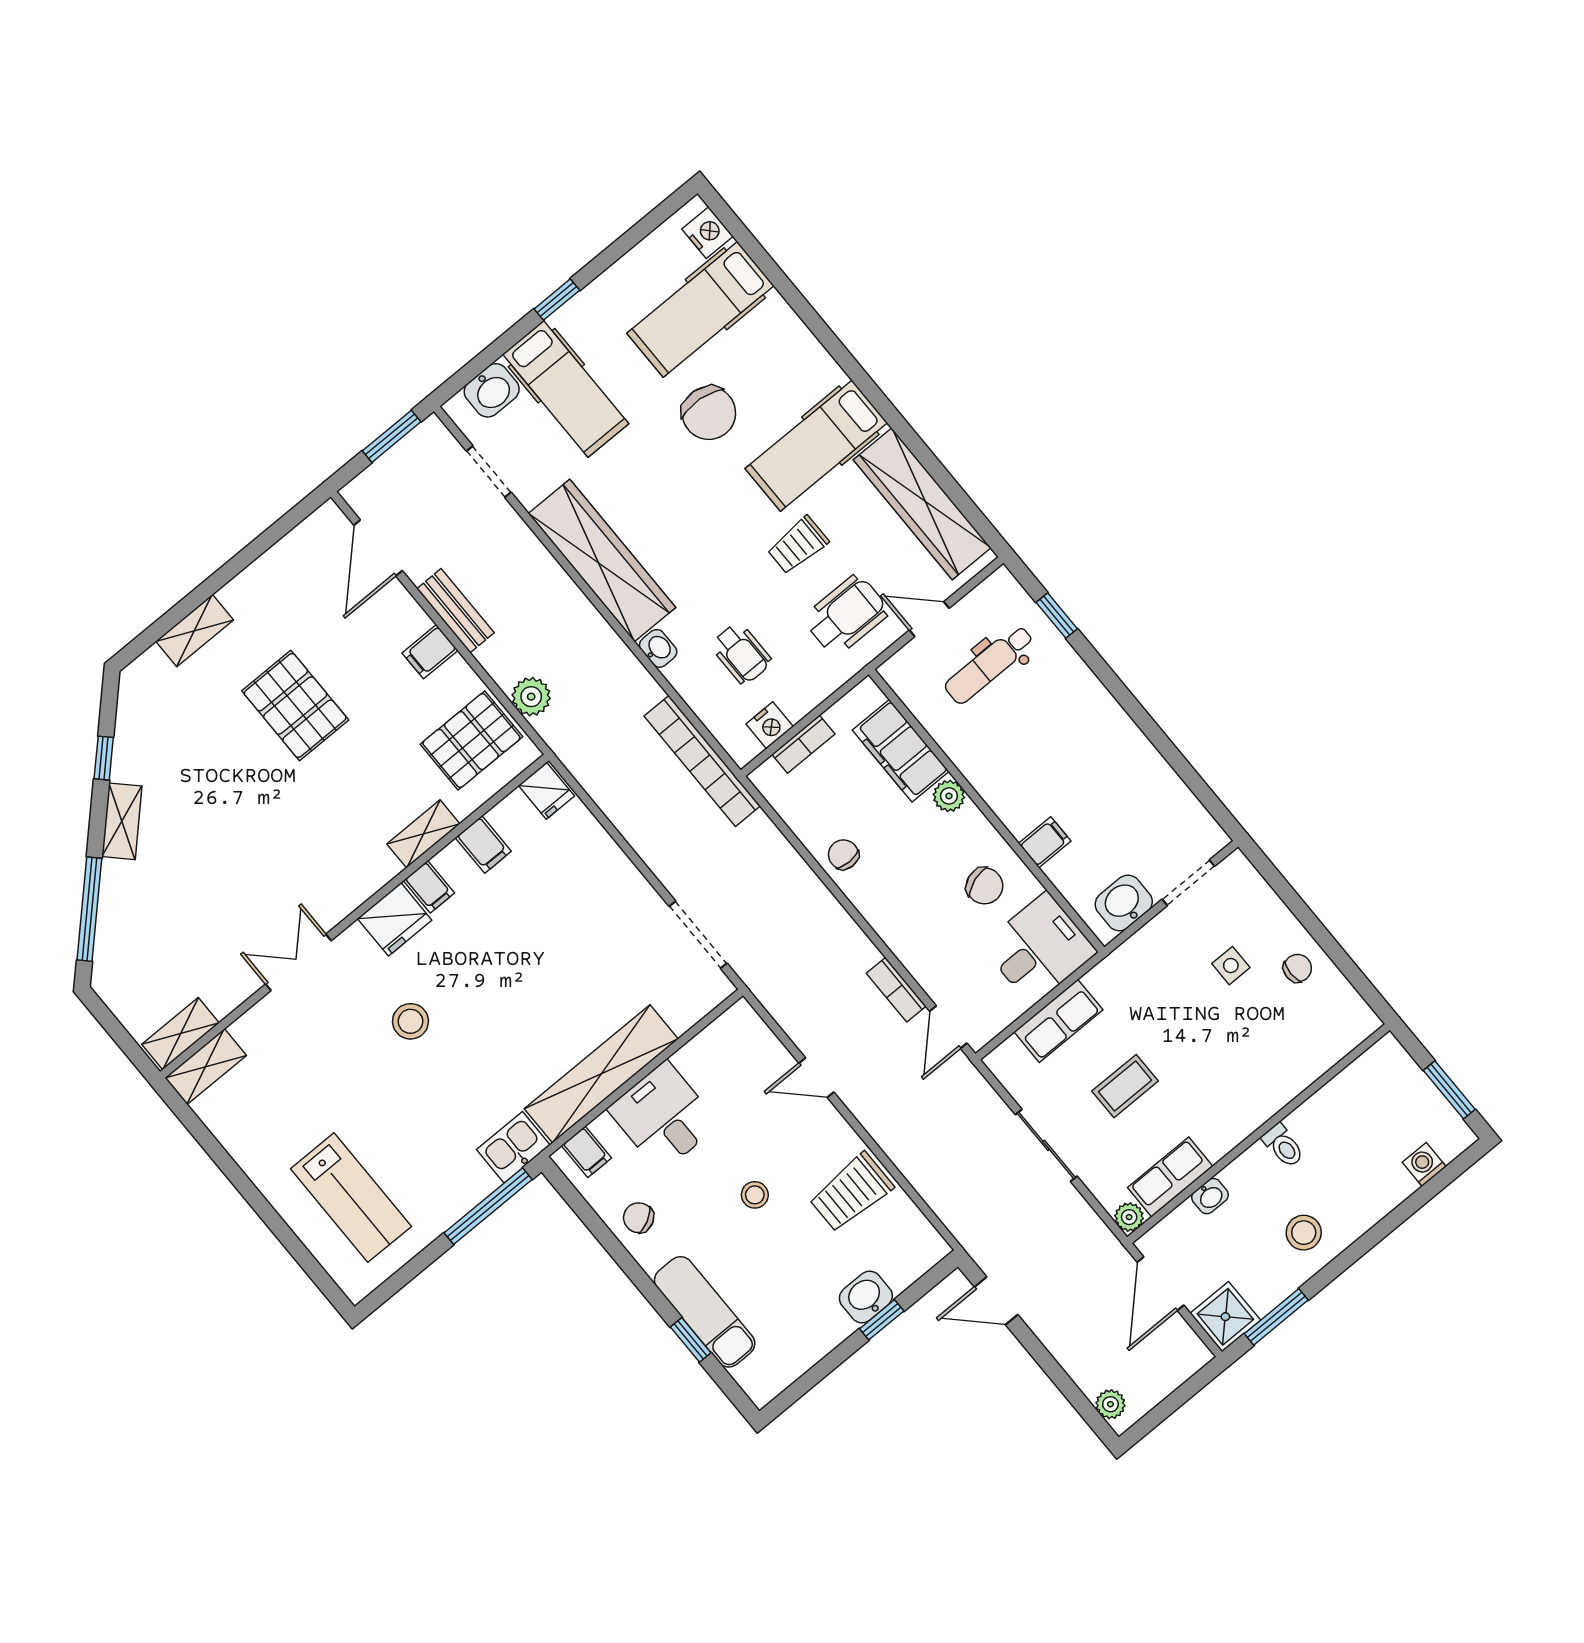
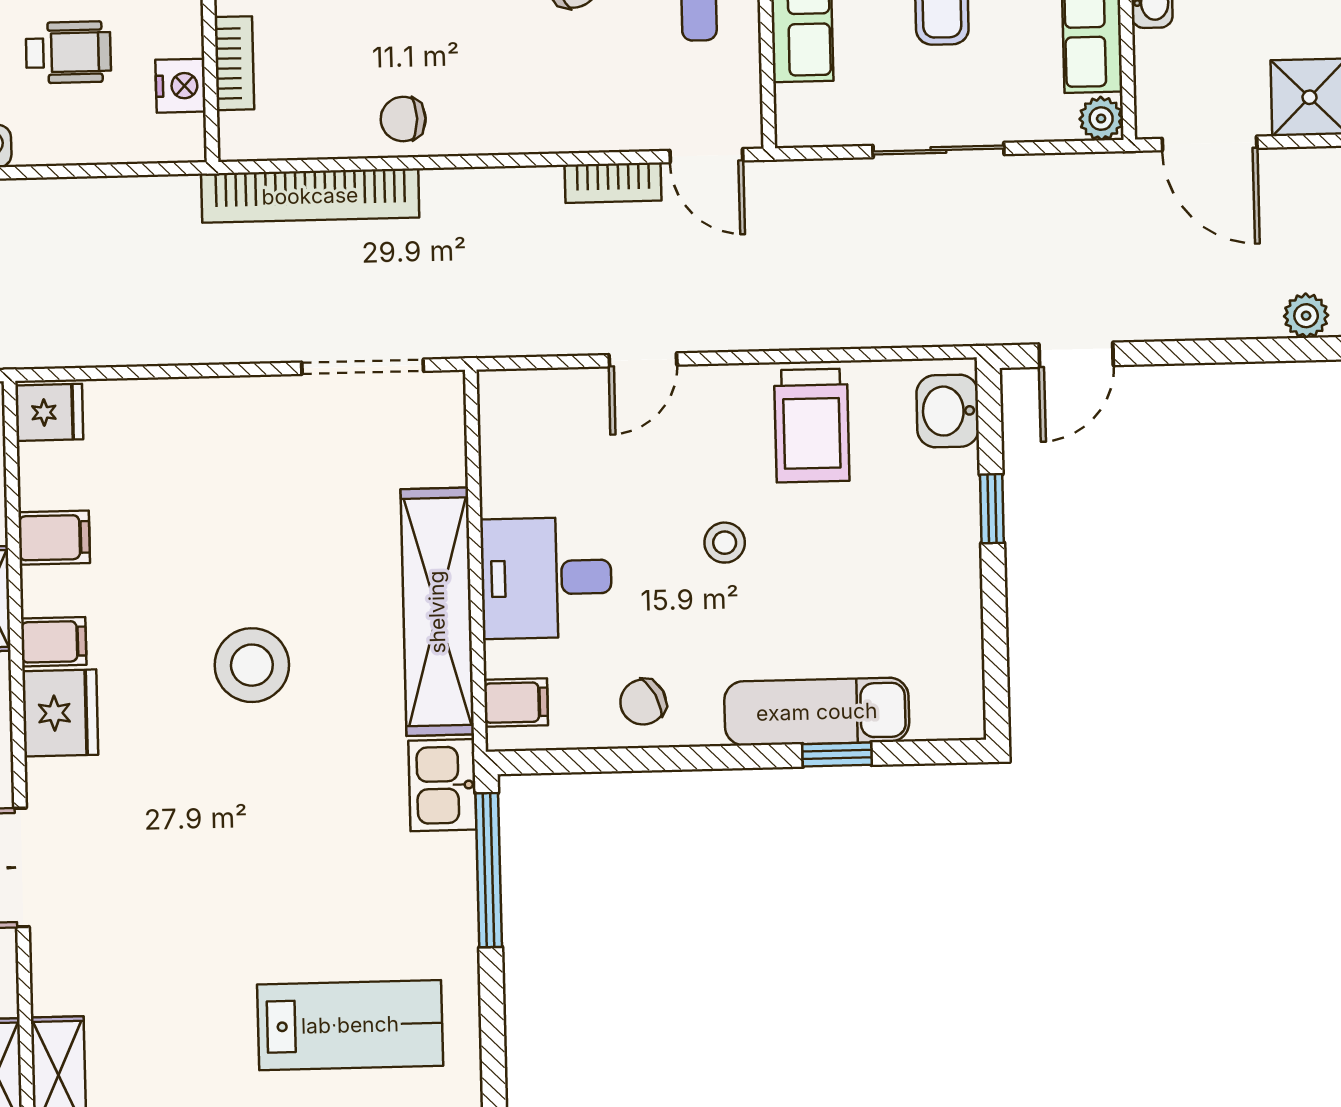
bookcase: (702, 761) -> (310, 196), moved
stool: (410, 1021) -> (252, 665), moved, width x1.38, depth x1.38
washbasin: (866, 1297) -> (948, 411), moved

